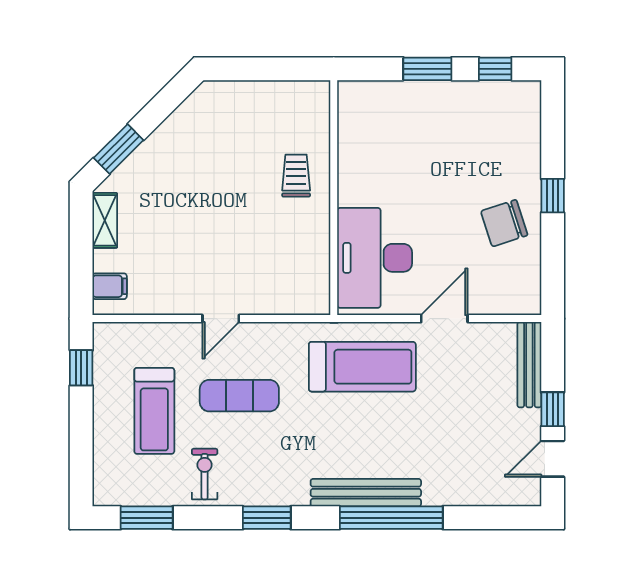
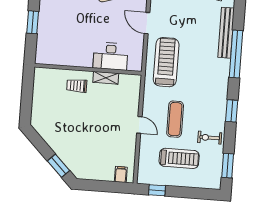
shelving: (105, 220) -> (106, 78), moved
desk: (375, 258) -> (111, 56), width x0.73, depth x0.77
bench: (366, 493) -> (226, 33), moved

